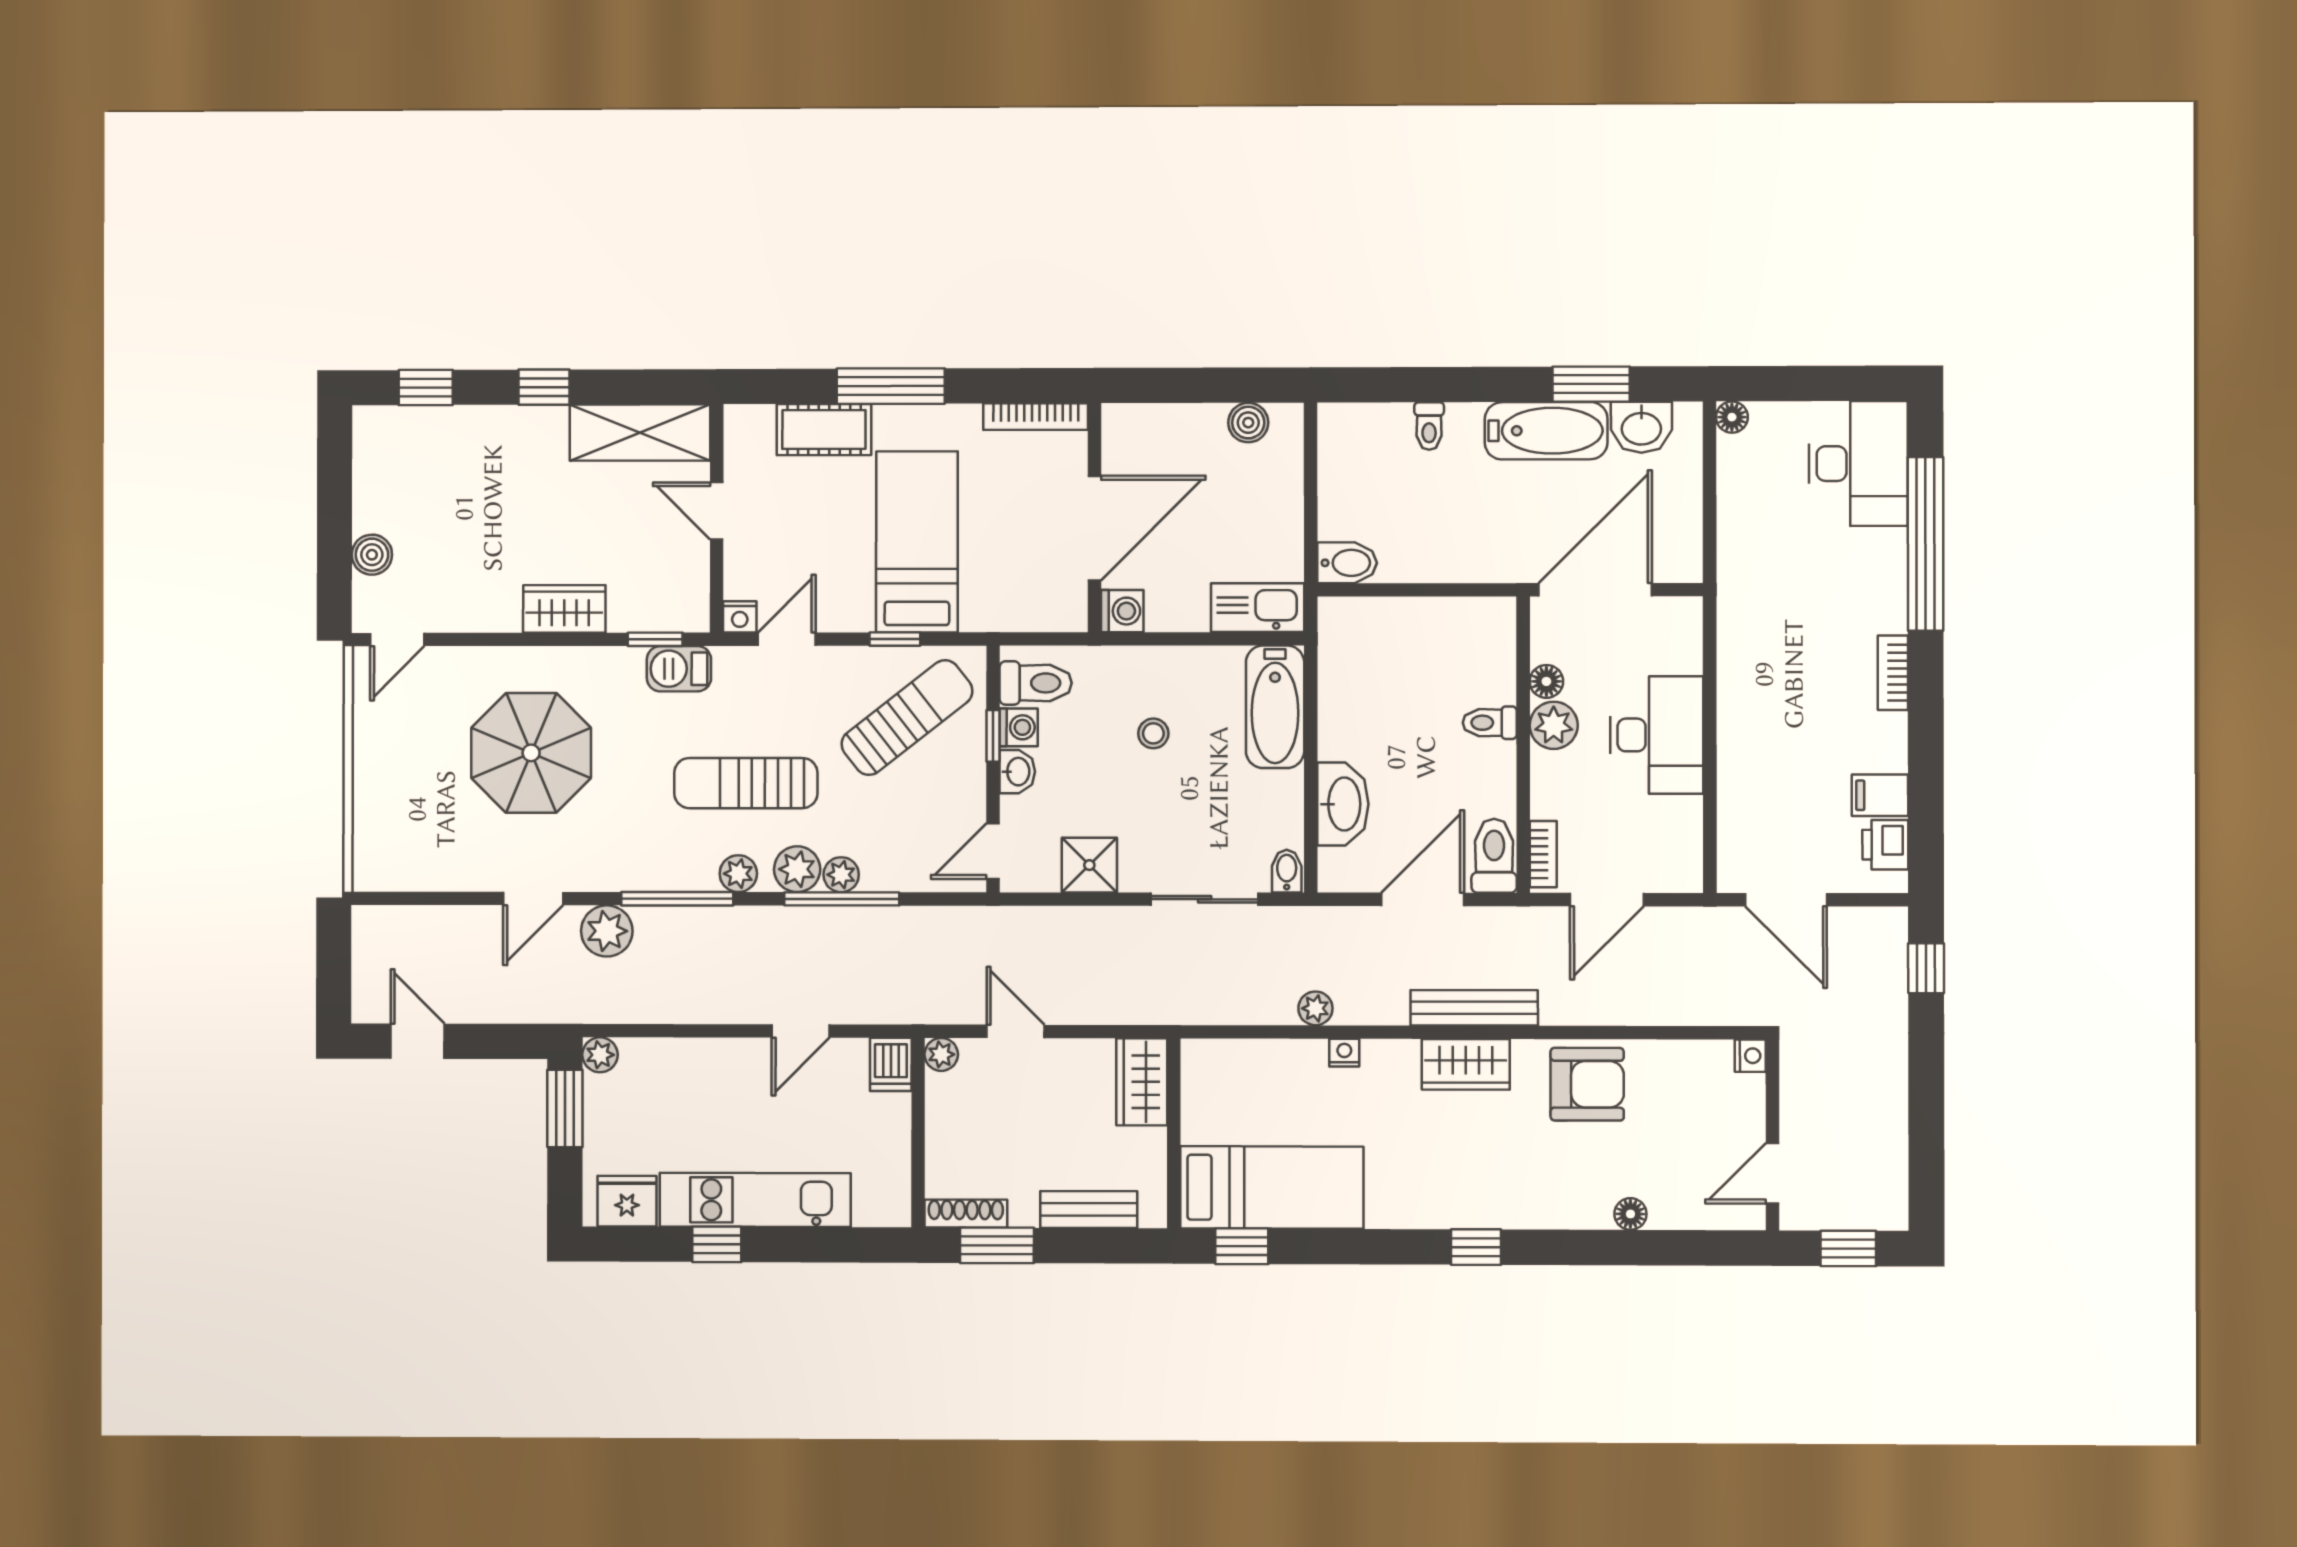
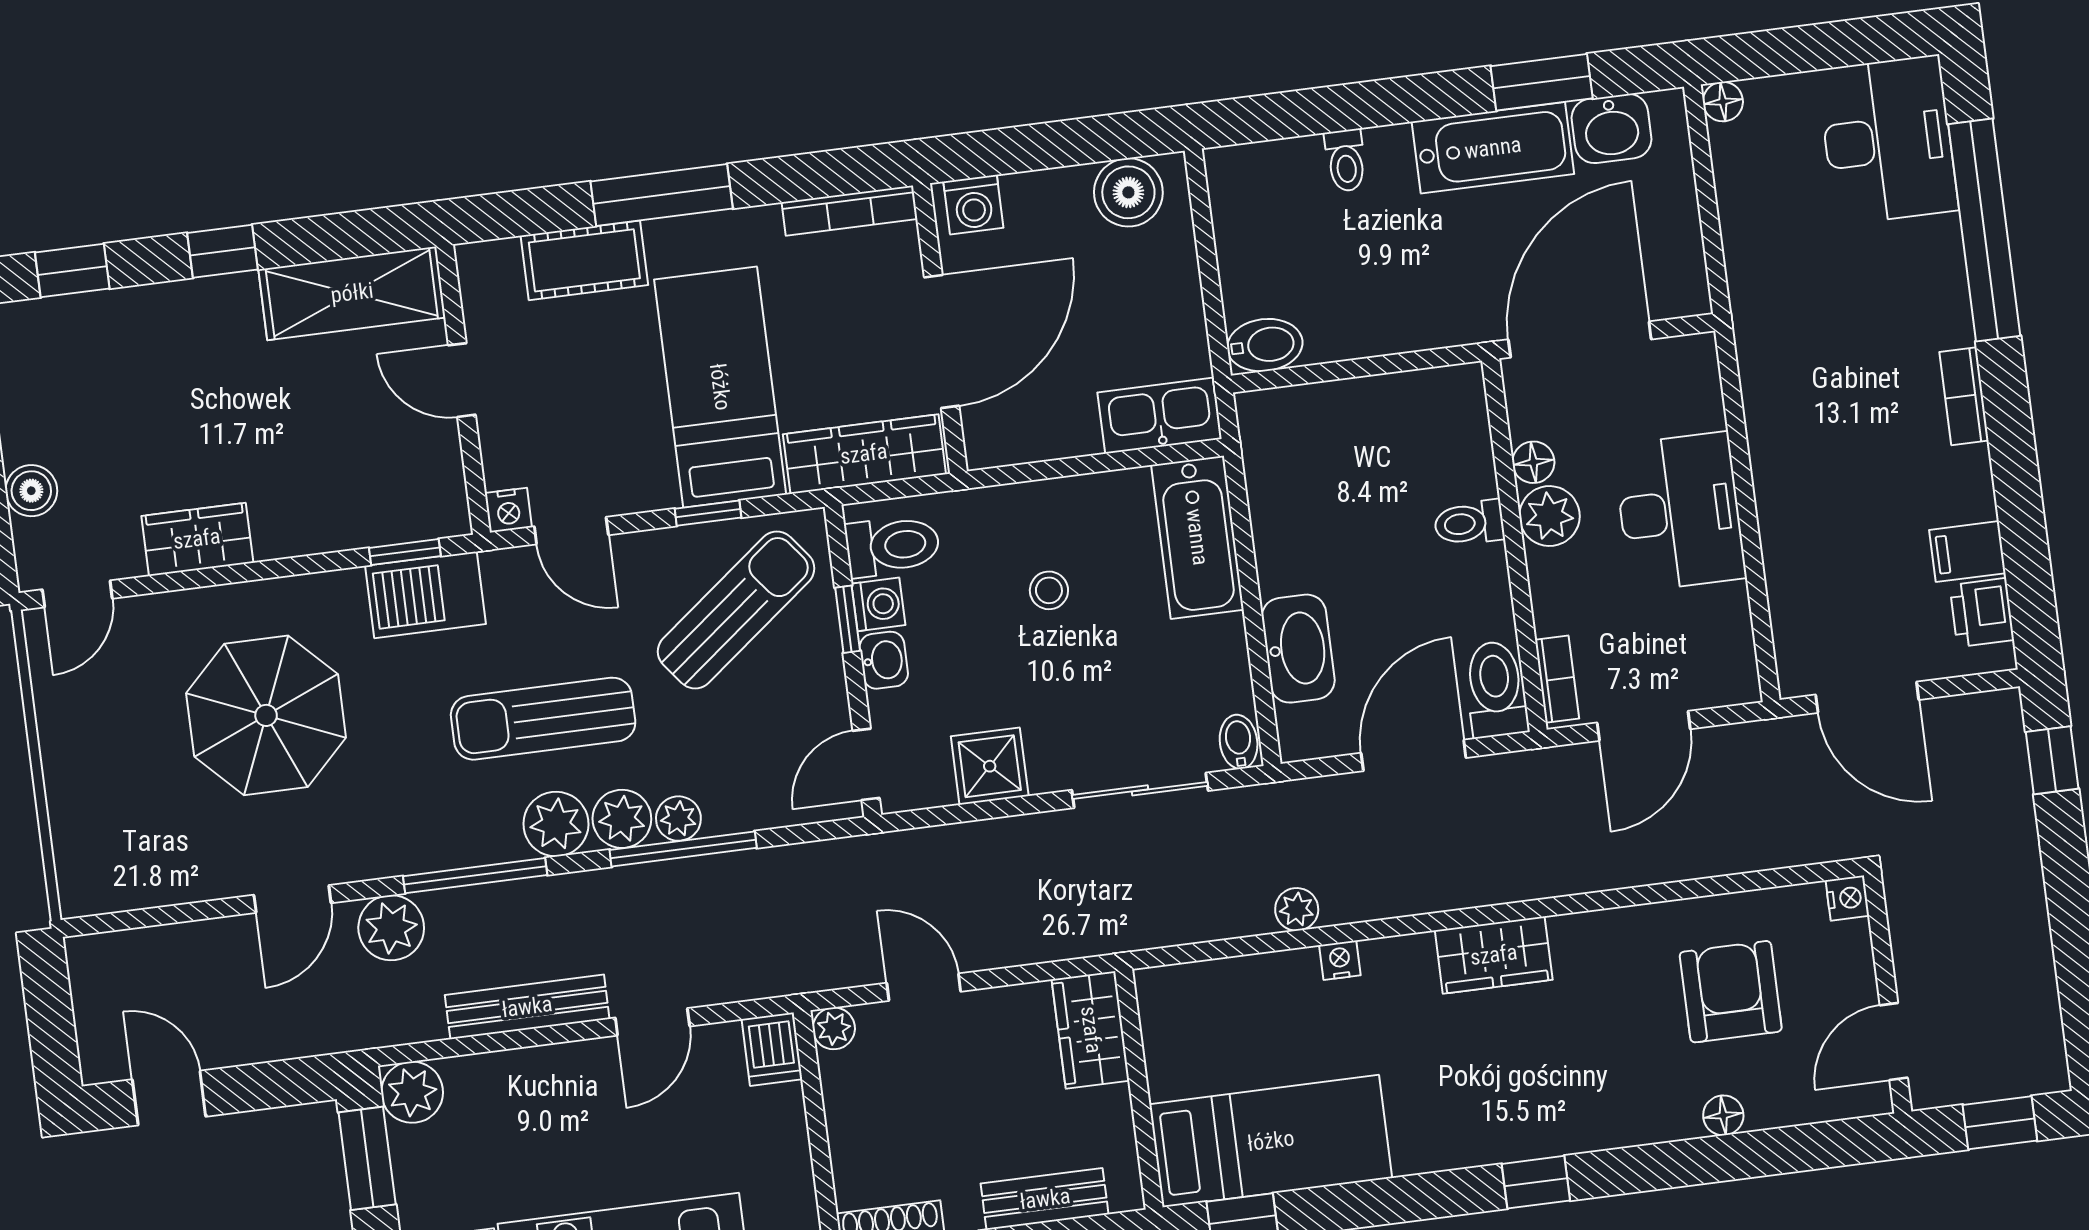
boiler: (1248, 423) -> (1128, 192), width x1.36, depth x1.36
wardrobe: (1023, 608) -> (864, 454), added
wardrobe: (564, 609) -> (197, 539), moved
washing machine: (1122, 611) -> (973, 205), moved, turned 90
door: (787, 639) -> (571, 531), swing flipped
barbecue: (679, 669) -> (425, 595), width x1.38, depth x1.27
plant: (738, 874) -> (556, 824), width x1.38, depth x1.38
bench: (1474, 1008) -> (527, 1007), moved
plant: (600, 1055) -> (412, 1092), width x1.38, depth x1.38
armchair: (1587, 1084) -> (1731, 992), moved, turned -90

